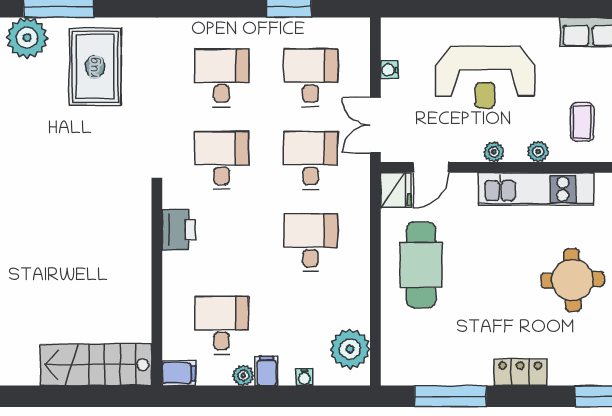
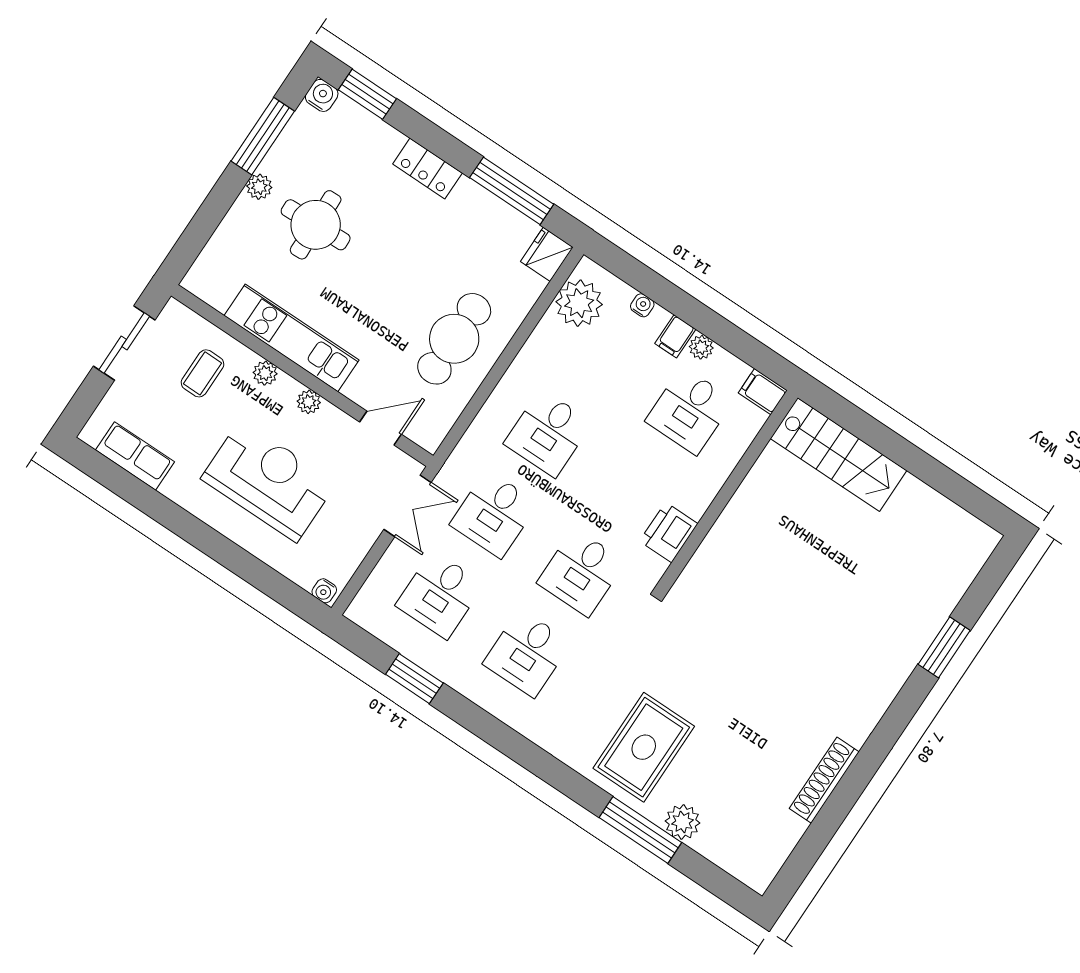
plant: (27, 38) -> (682, 822), width x0.73, depth x0.73
water cooler: (389, 70) -> (324, 591), moved, turned 90
fridge: (396, 190) -> (547, 254), moved

